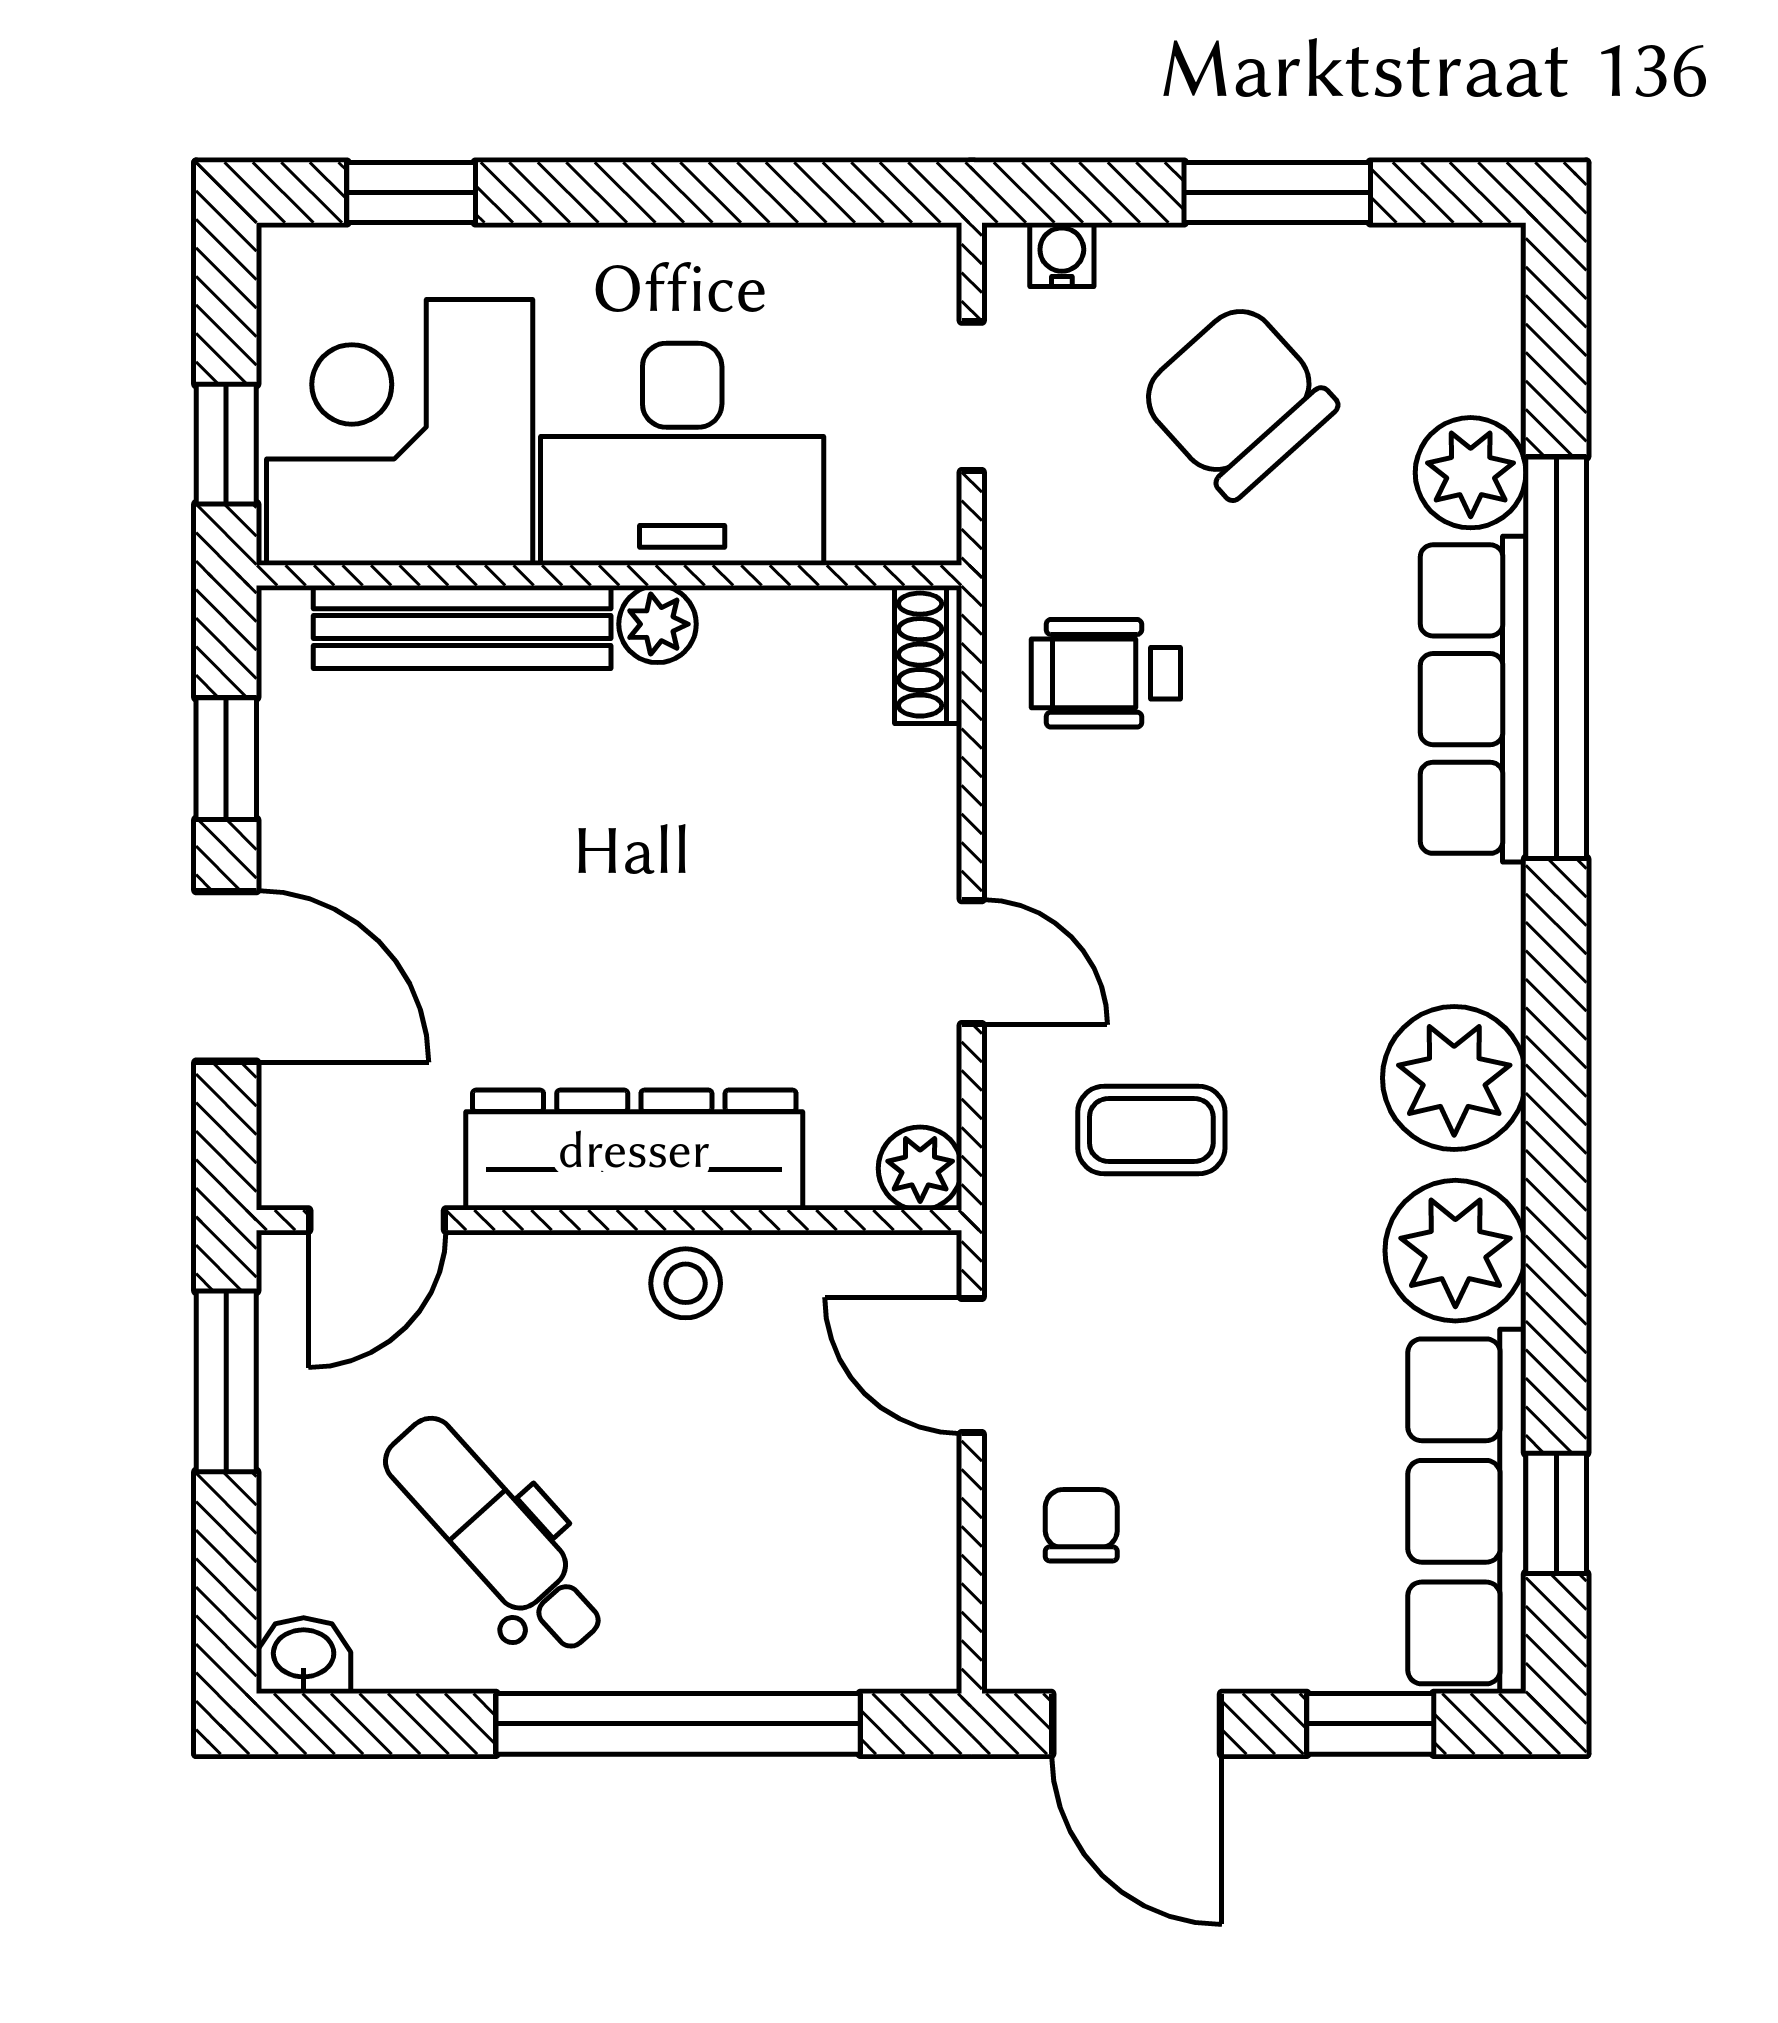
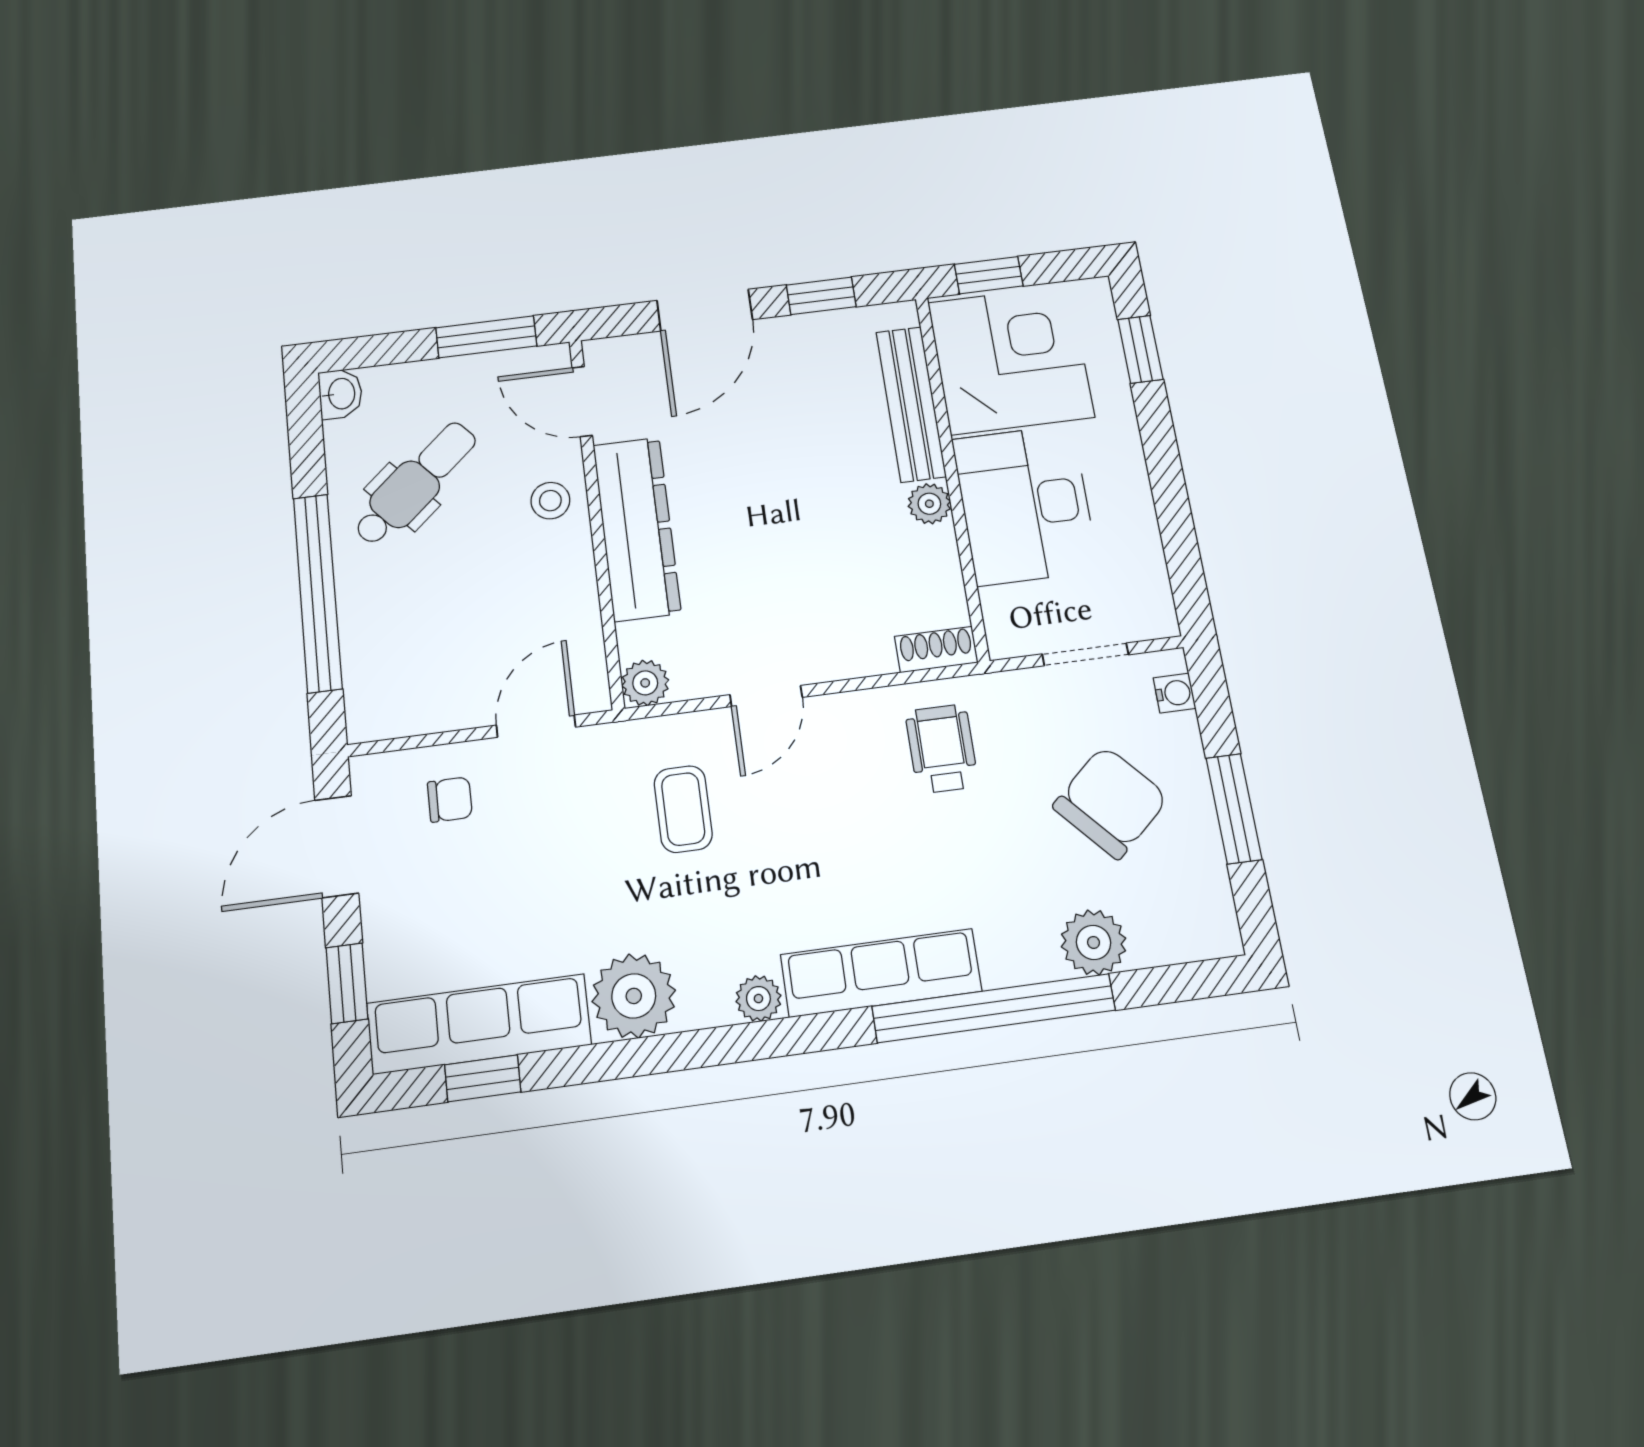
row of seats: (1473, 699) -> (881, 973), moved
plant: (1454, 1078) -> (758, 999), width x0.53, depth x0.53
stool: (686, 1283) -> (550, 501), moved

